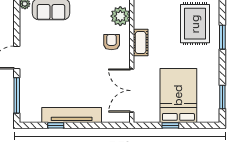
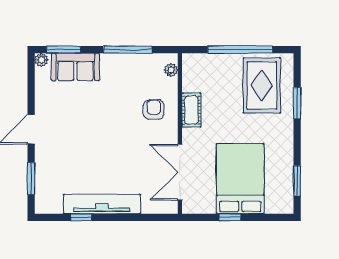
plant: (120, 16) -> (171, 70), width x0.53, depth x0.53
window: (17, 95) -> (31, 178), width x0.69

